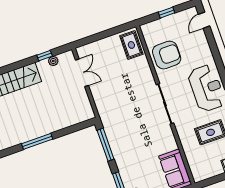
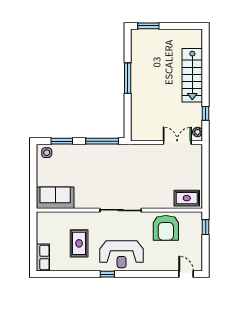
window: (166, 13) -> (206, 227), moved
plant: (53, 61) -> (198, 132), moved
double door: (82, 73) -> (177, 143), swing flipped

